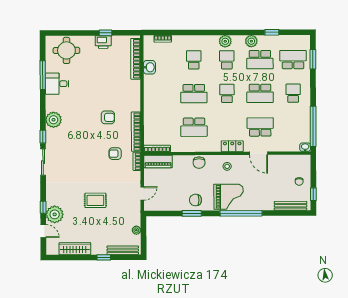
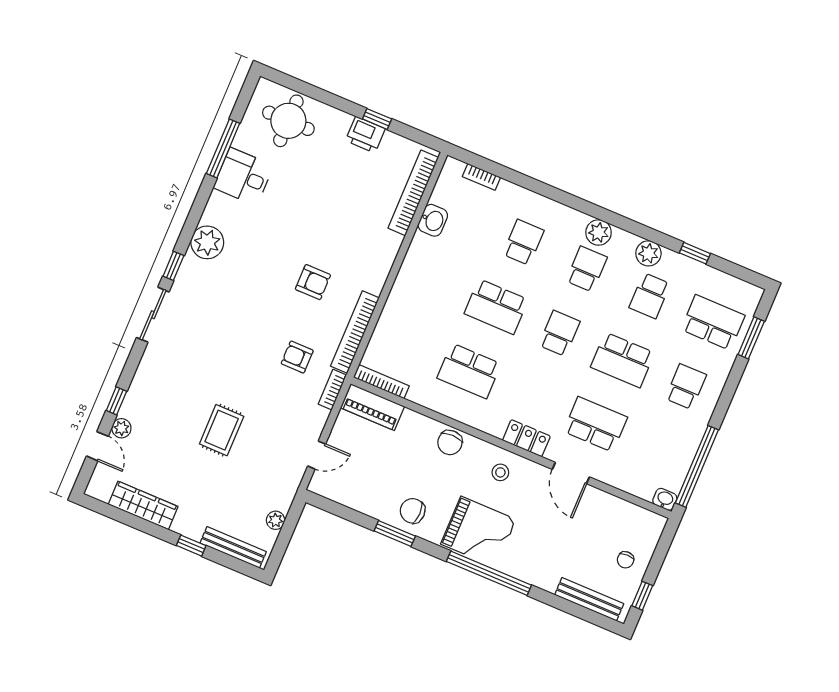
school desk: (260, 60) -> (650, 296), width x0.54
rug: (95, 200) -> (222, 430), turned 90
plant: (55, 214) -> (121, 428), width x0.53, depth x0.53

